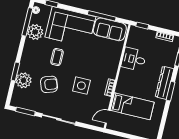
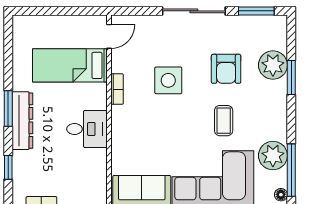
desk: (134, 59) -> (87, 129), moved
armchair: (49, 84) -> (226, 69), turned -71

